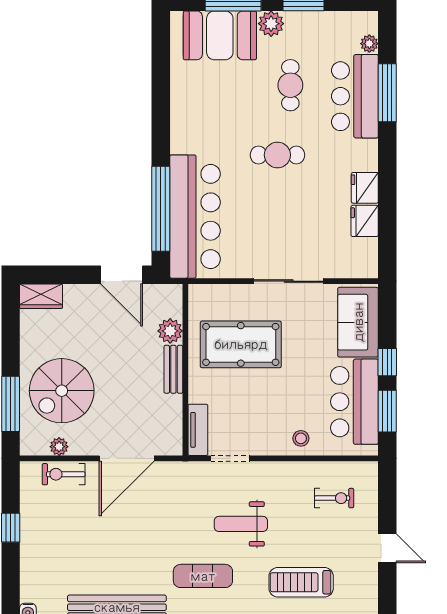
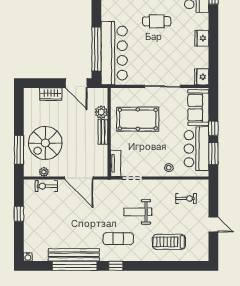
fridge: (365, 221) -> (202, 77), moved
wardrobe: (41, 296) -> (51, 94), moved
door: (127, 458) -> (79, 178), hinge flipped

